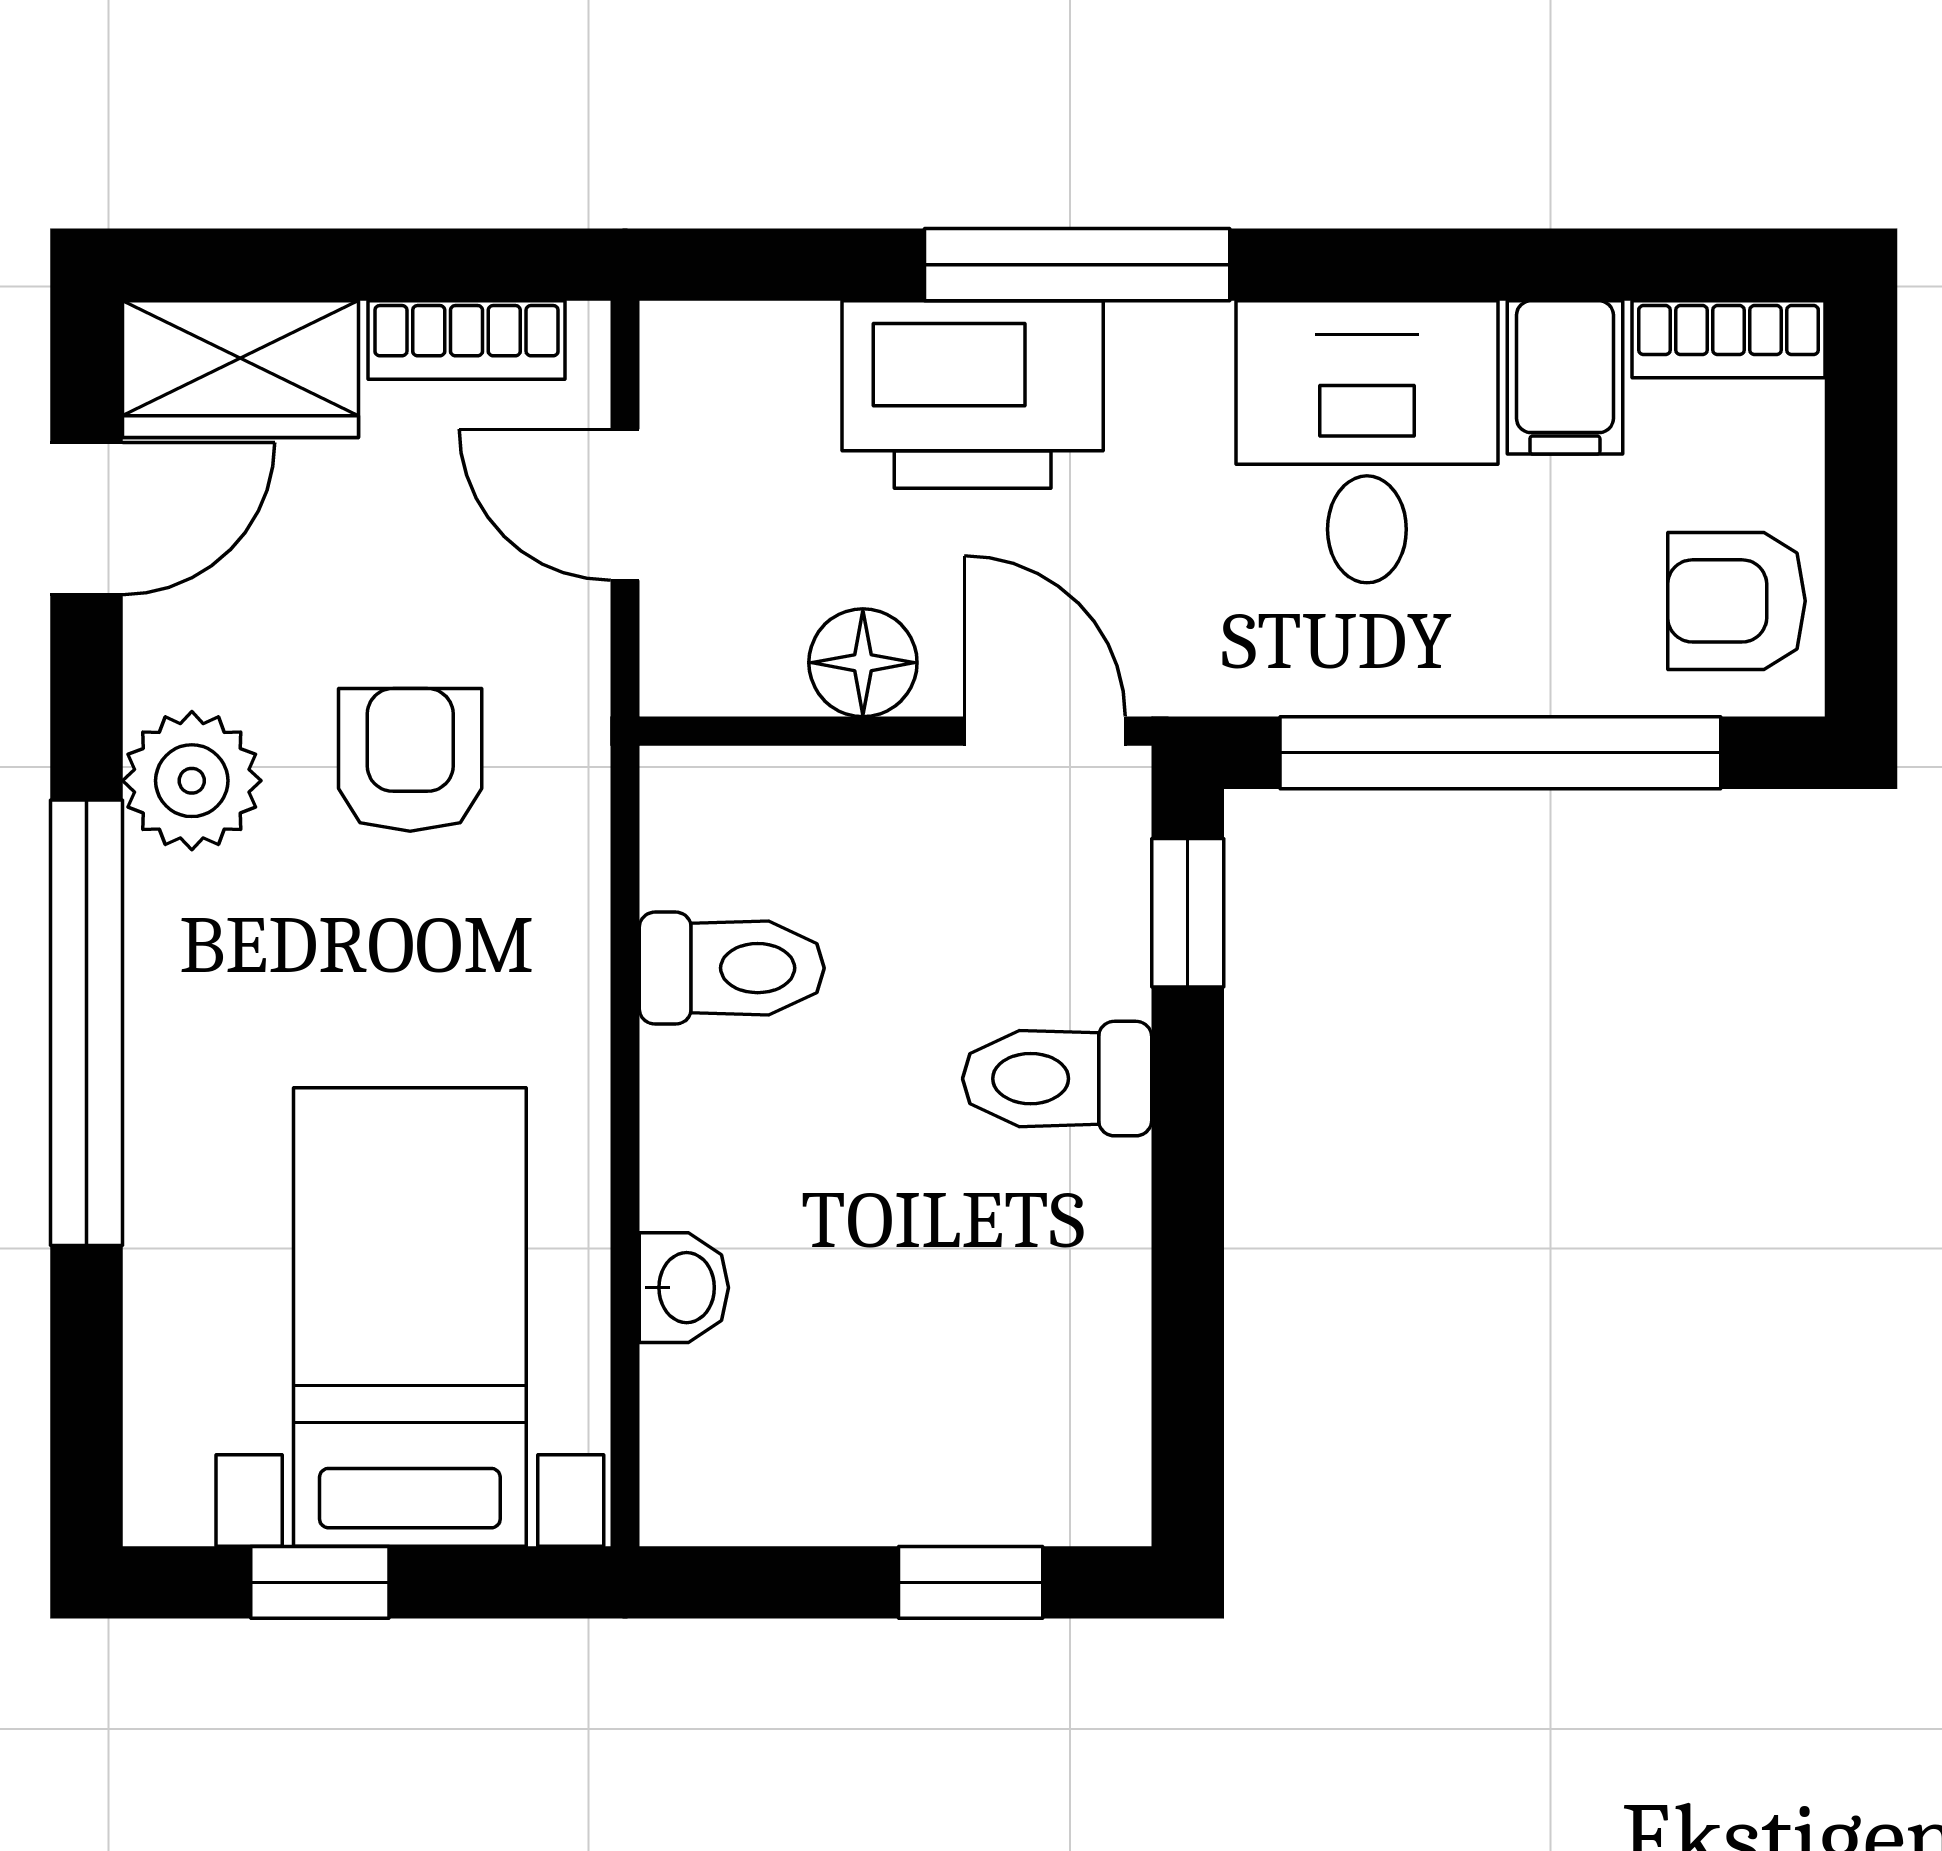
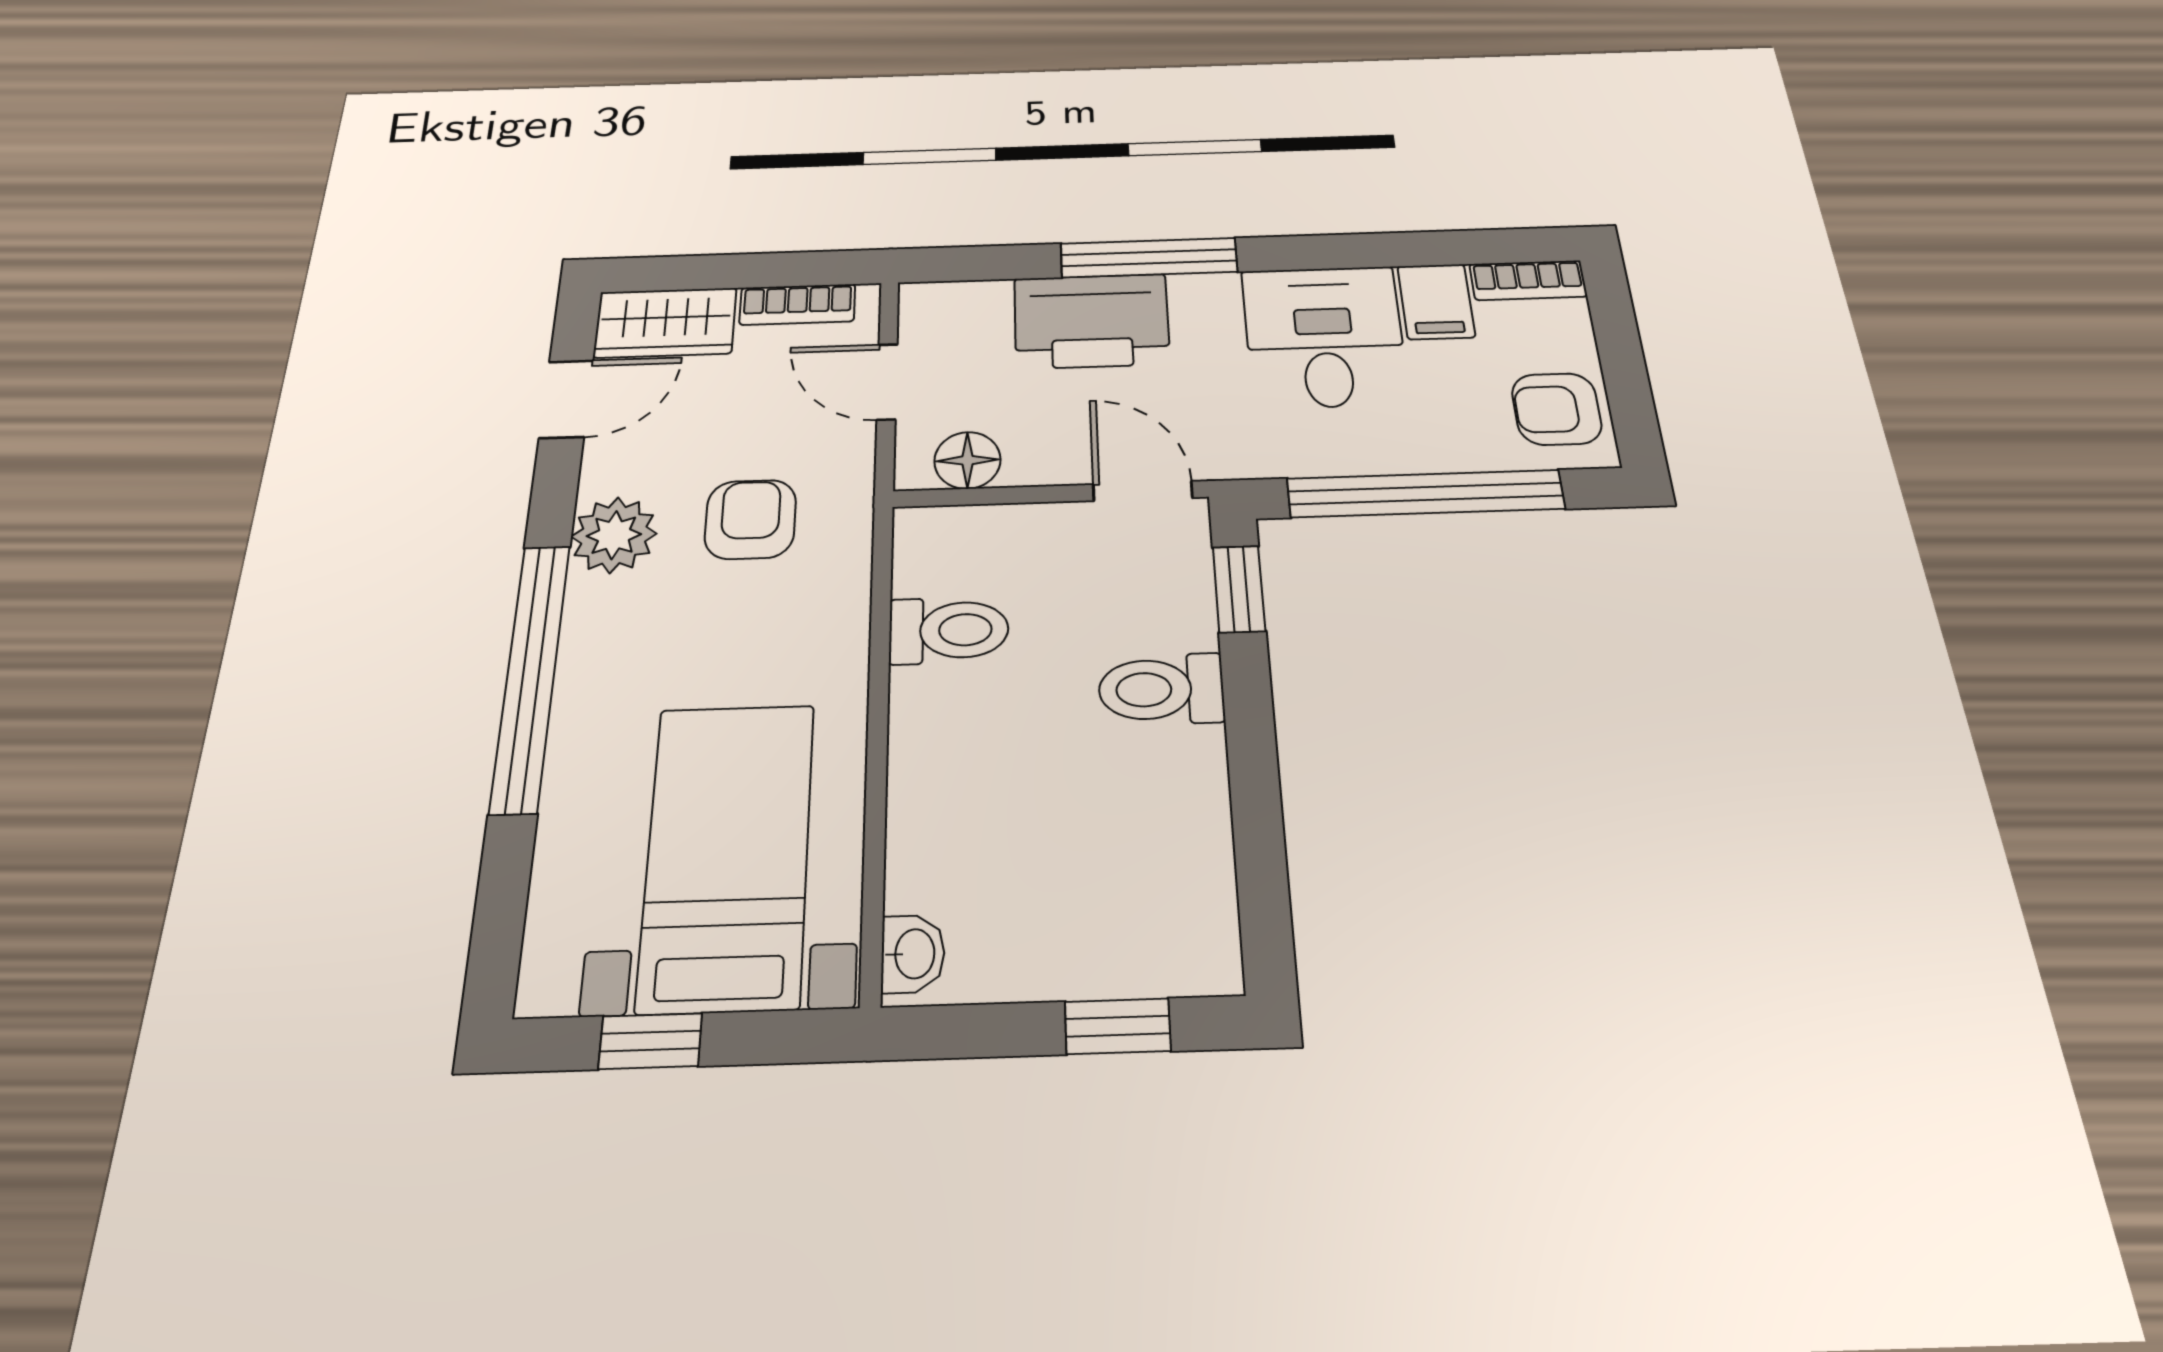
floor lamp: (863, 663) -> (967, 460), moved
washbasin: (684, 1288) -> (913, 954), moved

